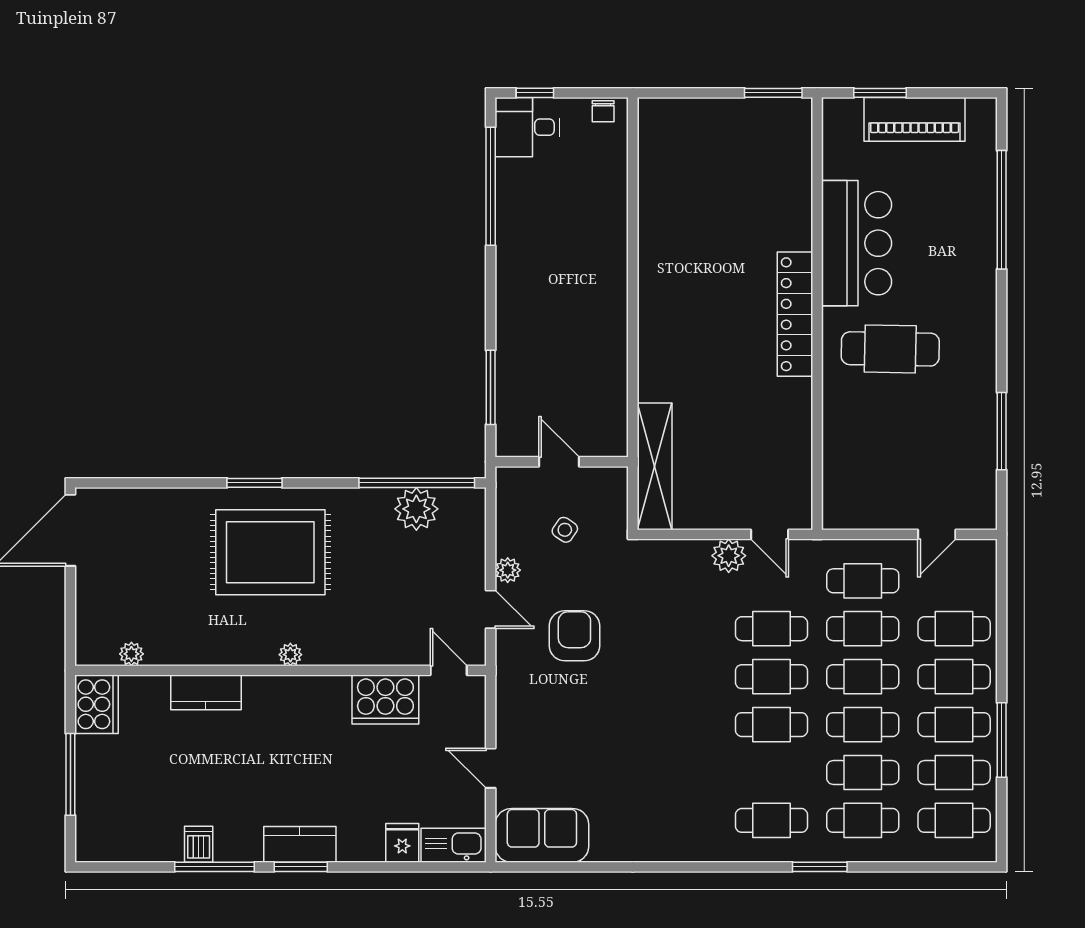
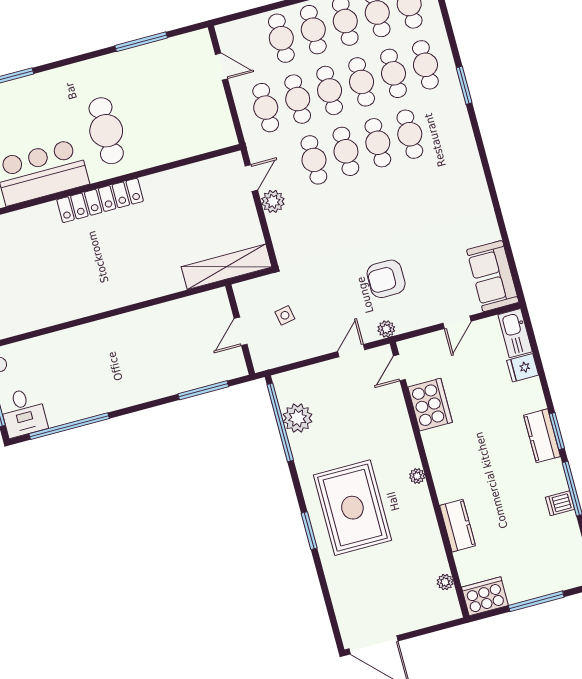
side table: (565, 530) -> (285, 315), turned 45
plant: (508, 570) -> (386, 329), moved
armchair: (574, 636) -> (386, 279), moved
cafe table: (772, 820) -> (410, 134), moved

